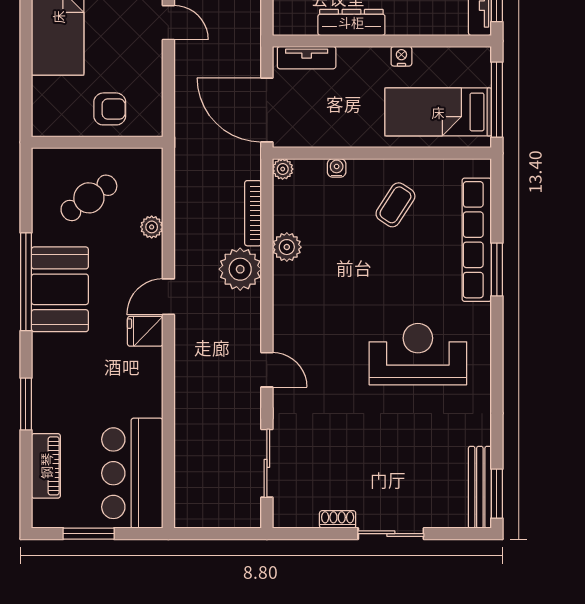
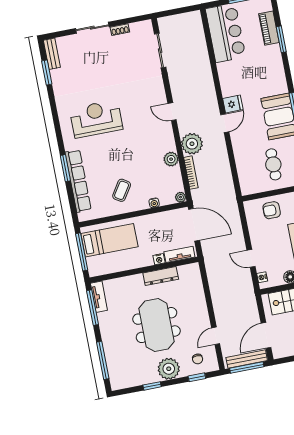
nightstand: (401, 56) -> (159, 259), moved
cafe table: (89, 198) -> (273, 164), turned -55
plant: (152, 227) -> (240, 156), removed
reception desk: (418, 354) -> (96, 119), turned 180
door: (267, 370) -> (172, 112), moved
window: (26, 404) -> (281, 39), moved
bench: (480, 487) -> (52, 54), width x0.73
window: (497, 494) -> (47, 73), moved

